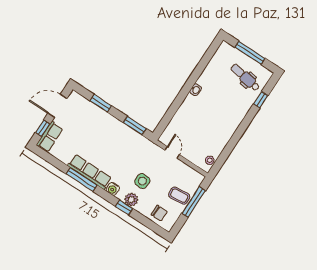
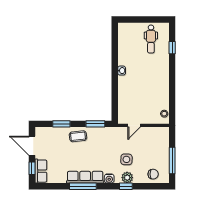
window: (250, 53) -> (143, 20), removed
dental chair: (245, 77) -> (151, 39), turned -99
door: (57, 106) -> (32, 146), hinge flipped
door: (172, 152) -> (134, 125), swing flipped
coffee table: (179, 196) -> (78, 136), moved
window: (194, 202) -> (172, 160), moved

